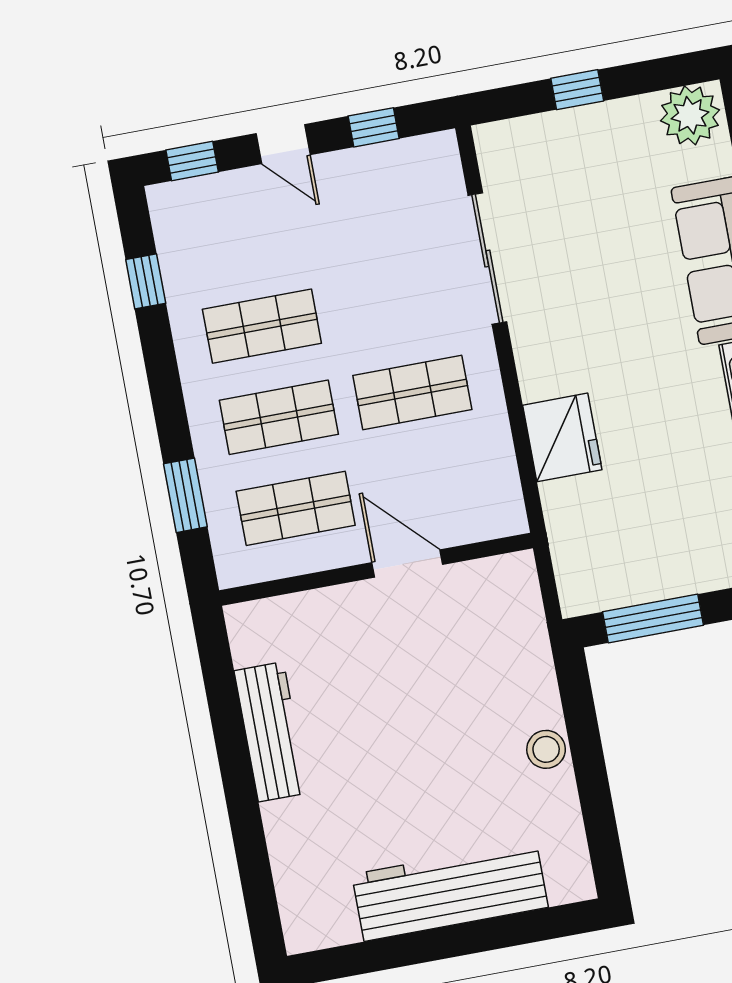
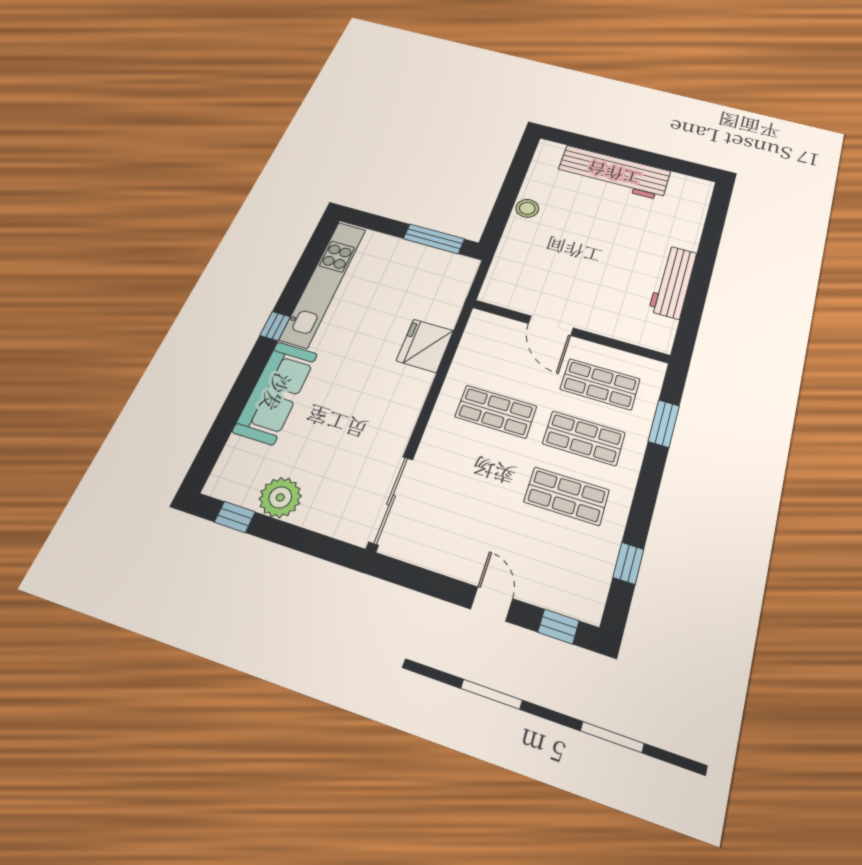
window: (577, 90) -> (235, 517), moved
plant: (690, 115) -> (280, 497), moved
window: (374, 127) -> (427, 582), removed
sliding door: (487, 259) -> (391, 500), moved

